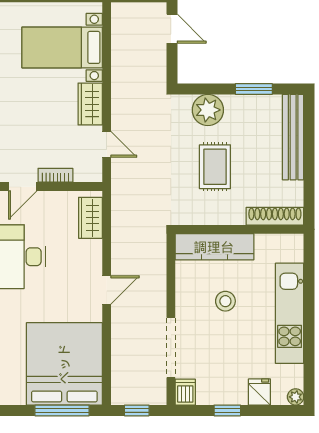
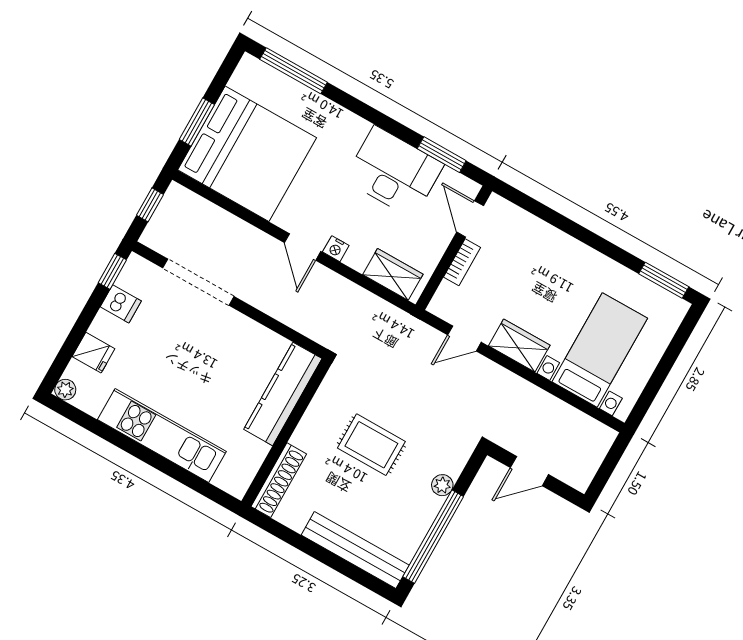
door: (172, 29) -> (529, 471), moved
window: (254, 89) -> (433, 537), width x2.11
plant: (208, 110) -> (442, 485), width x0.53, depth x0.53
nightstand: (95, 267) -> (336, 249), added
stool: (225, 301) -> (216, 372), removed
dishwasher: (185, 392) -> (121, 304), moved
window: (62, 410) -> (197, 122), width x0.69
window: (227, 410) -> (112, 271), moved

